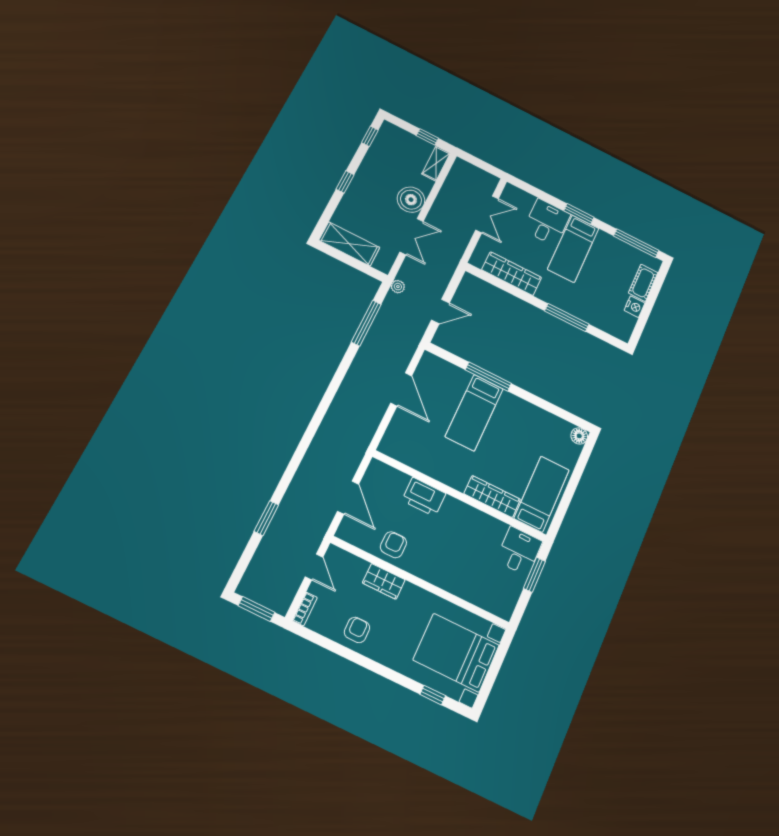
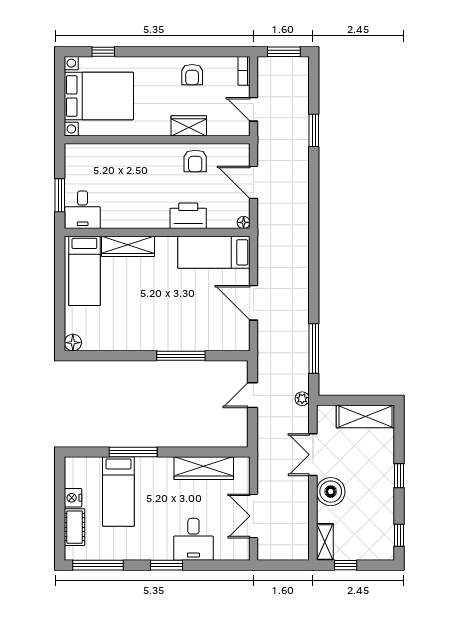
bed: (573, 249) -> (118, 492), moved, turned 180
bed: (474, 413) -> (214, 252), moved, turned -90
floor lamp: (375, 465) -> (244, 222), added

